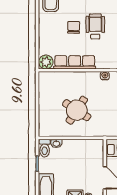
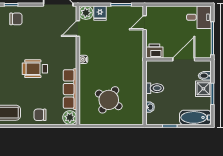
chair: (74, 27) -> (40, 115), moved
round table: (77, 110) -> (109, 100), moved
toilet: (45, 148) -> (155, 88), moved

